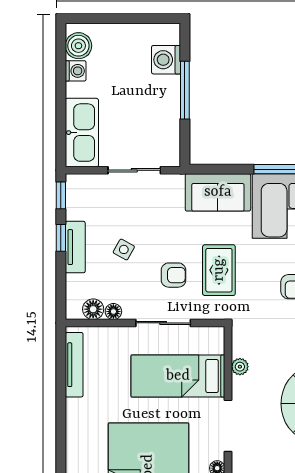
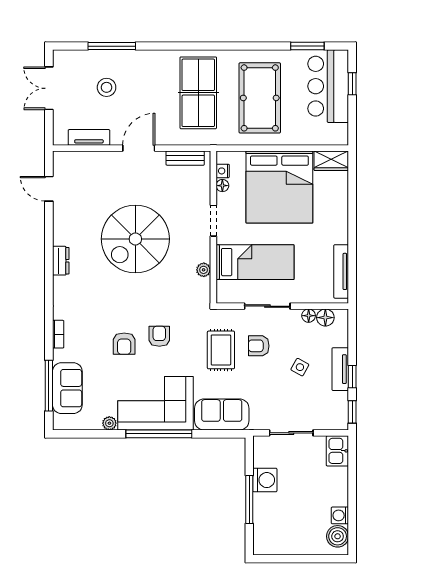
washing machine: (166, 60) -> (265, 480), moved
kitchen sink: (82, 133) -> (337, 451), width x0.53, depth x0.81
doorway: (228, 426) -> (213, 221), width x0.73

